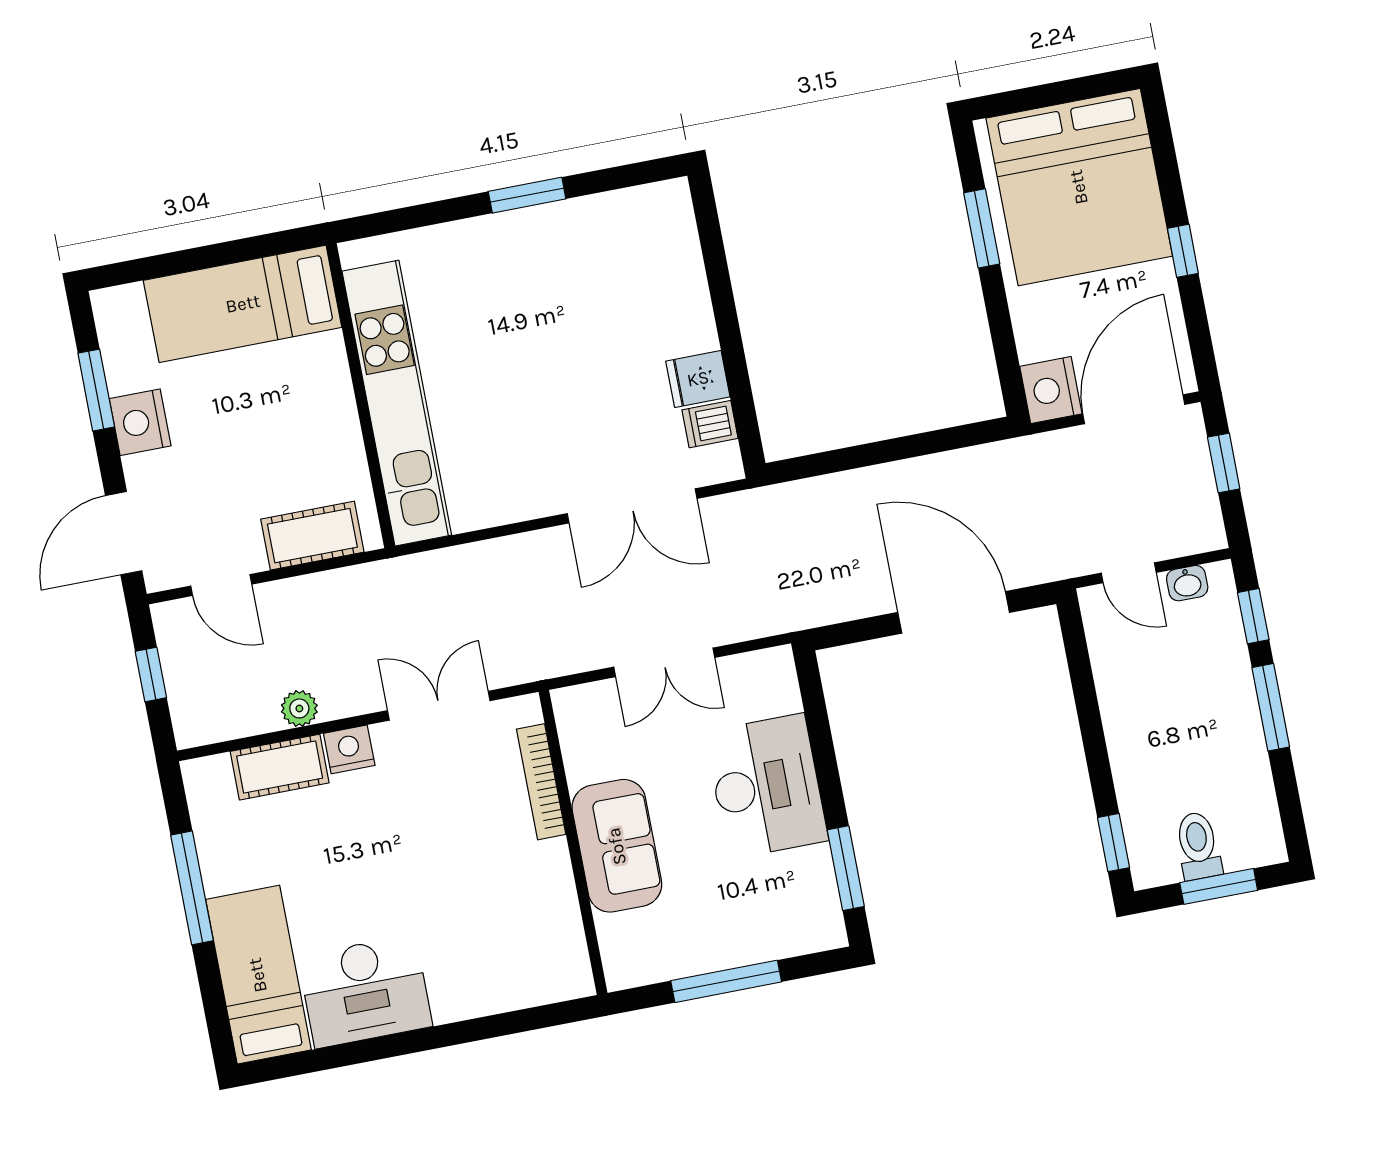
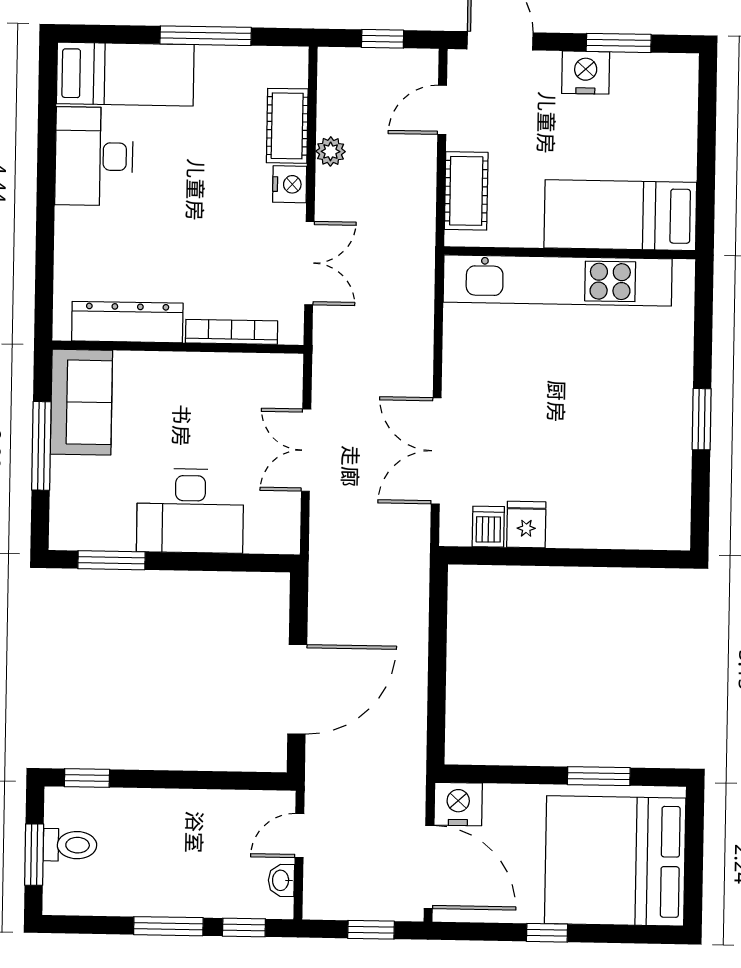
bed: (243, 304) -> (620, 215), moved, turned -90
sofa: (617, 846) -> (81, 402), moved, turned -90
dresser: (556, 909) -> (127, 322), added

